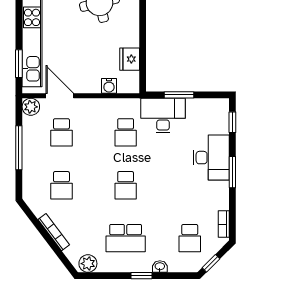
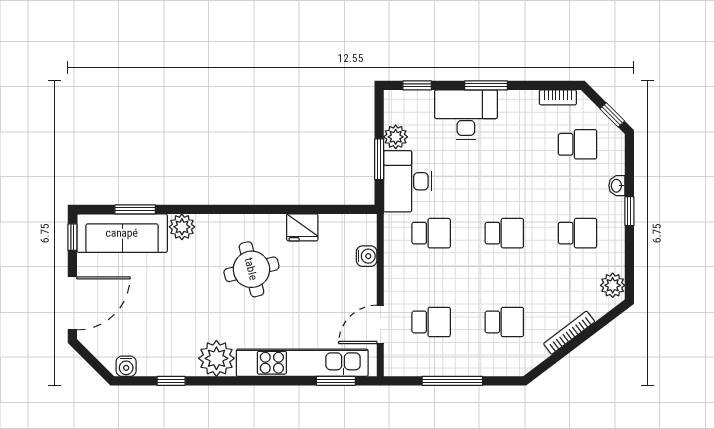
fridge: (130, 59) -> (302, 227), moved
plant: (31, 107) -> (396, 137), moved
school desk: (126, 238) -> (578, 233), width x0.54

